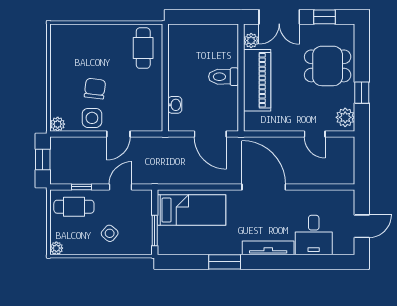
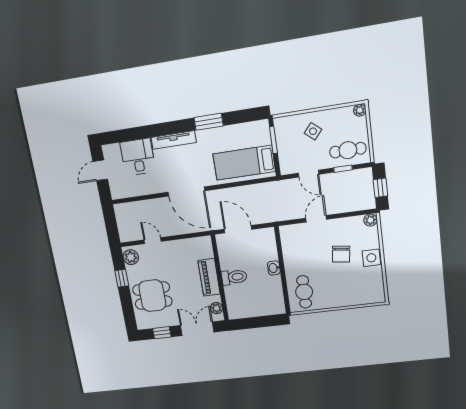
piano: (257, 80) -> (209, 277), width x0.73, depth x0.75
washbasin: (175, 105) -> (274, 268), moved
side table: (92, 118) -> (371, 258), moved
door: (121, 187) -> (308, 174), hinge flipped

